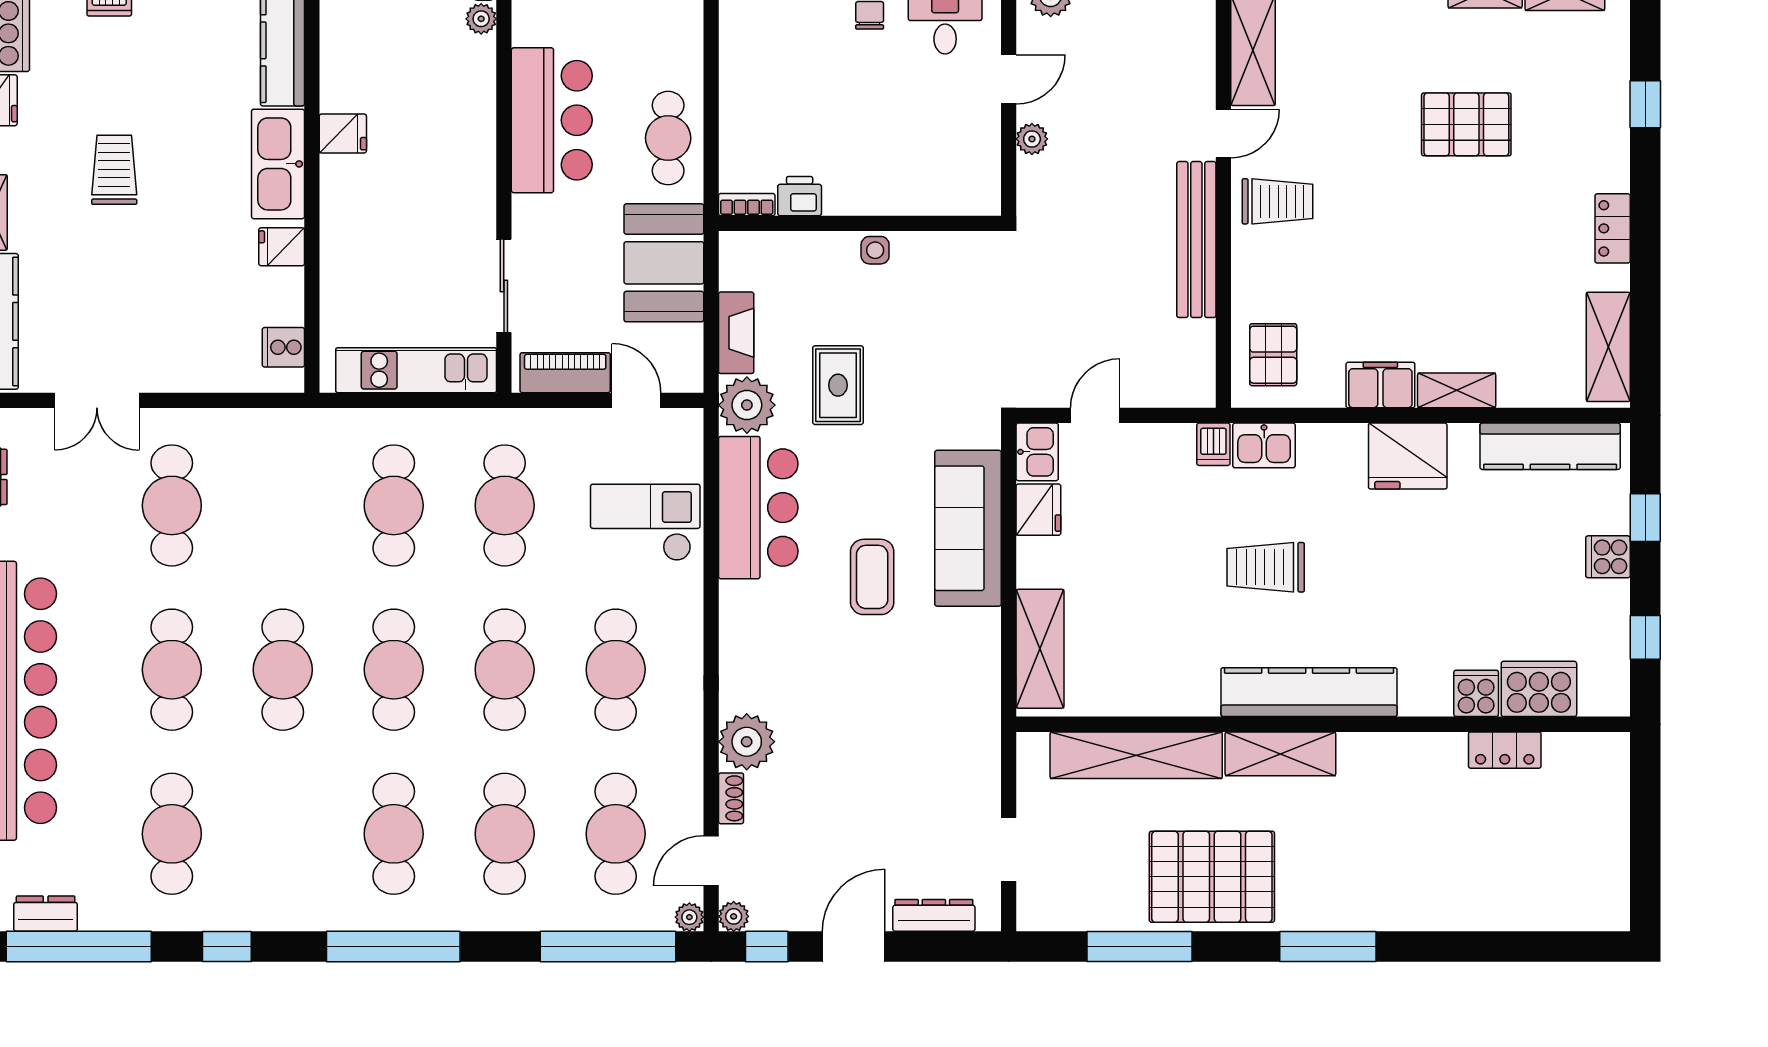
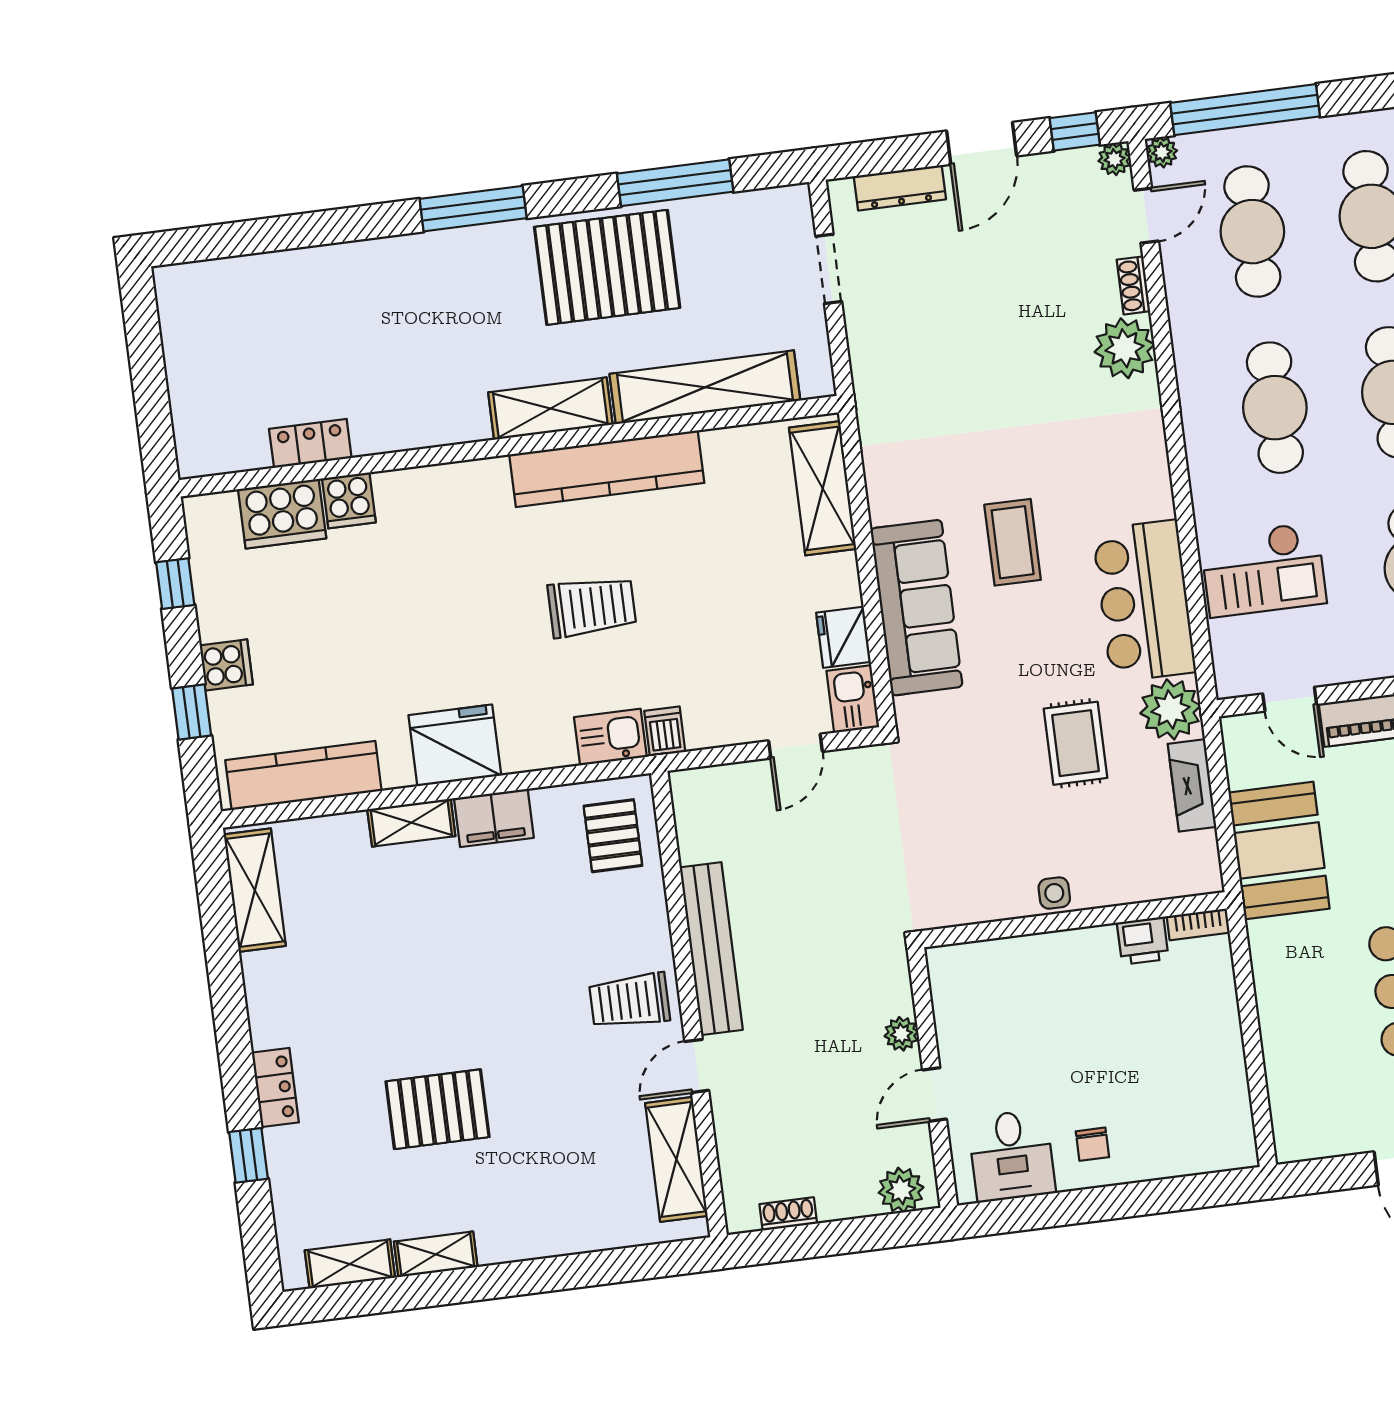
cafe table: (668, 138) -> (1292, 985), removed
locker: (1613, 228) -> (275, 1088), moved
kitchen counter: (1309, 692) -> (607, 469), moved

